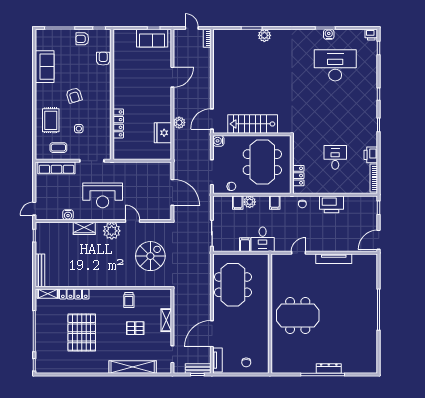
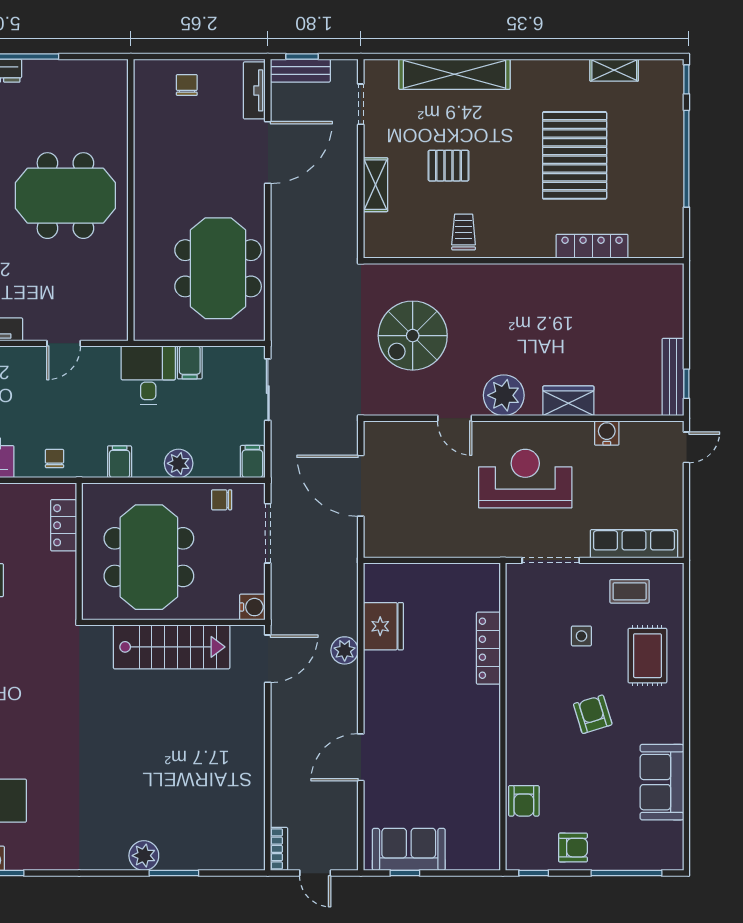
filing cabinet: (238, 203) -> (252, 462), moved
bench: (40, 270) -> (673, 377), moved
shelving: (48, 294) -> (614, 70), moved

